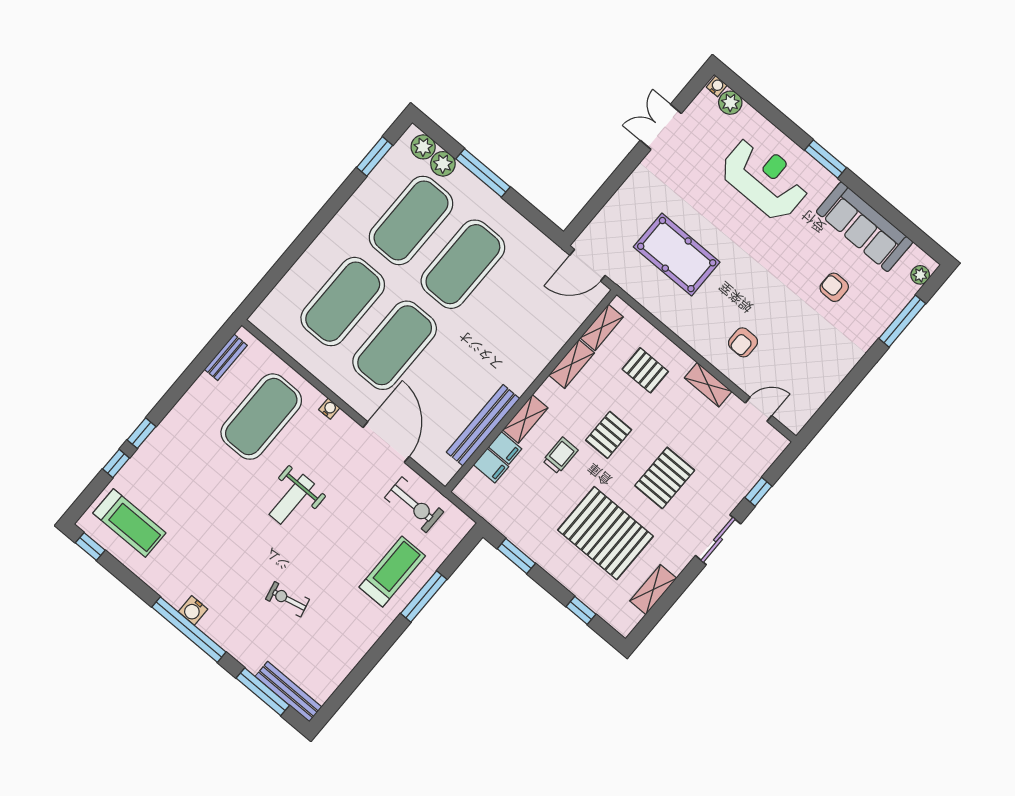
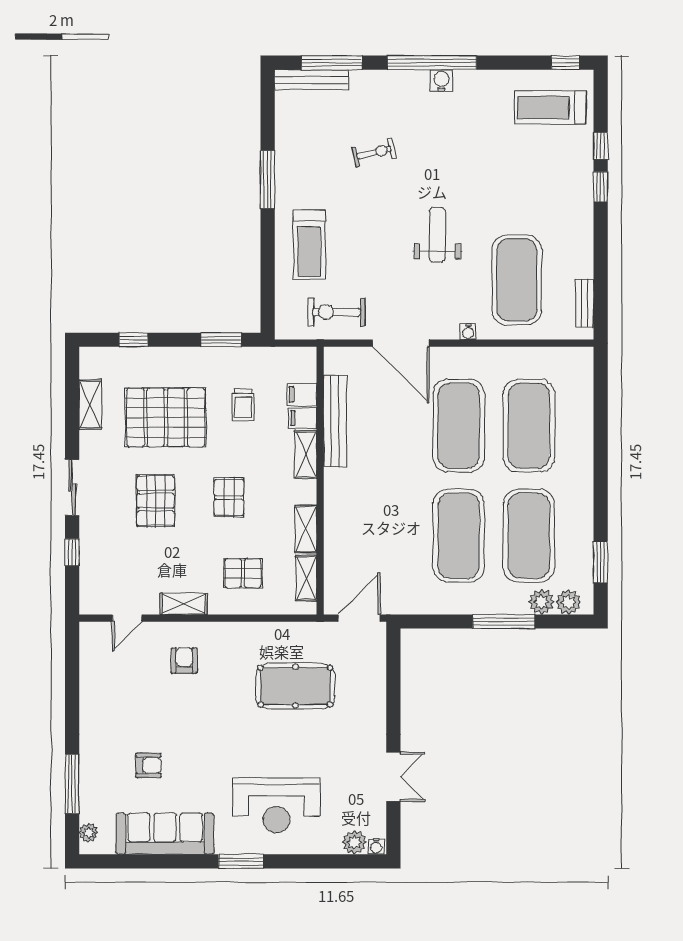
trolley: (560, 455) -> (243, 405), moved
window: (424, 596) -> (268, 179), moved

